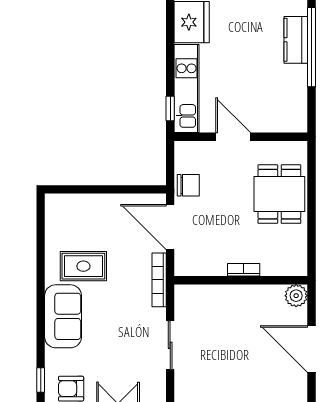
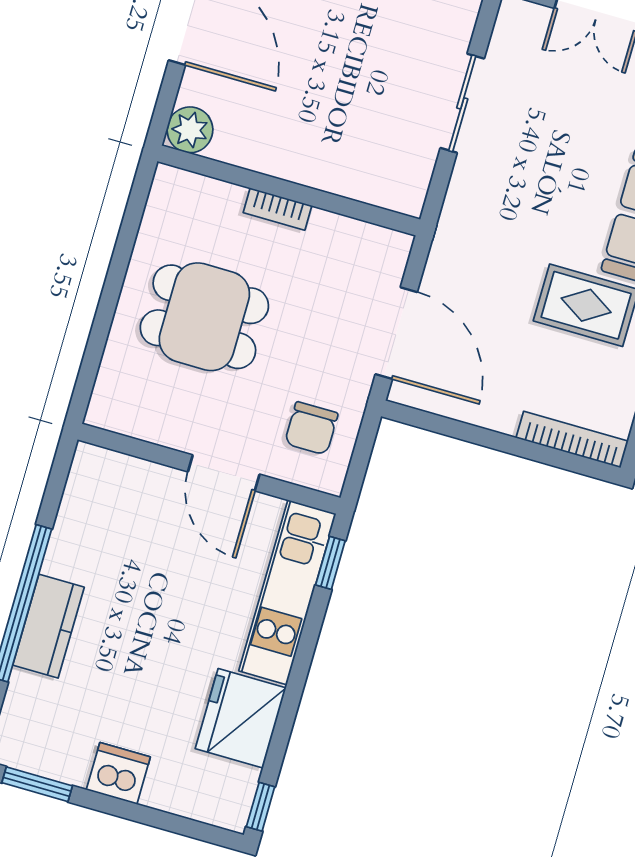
chair: (188, 185) -> (311, 428), moved, turned -90
dining table: (279, 194) -> (204, 317), moved, turned 90
bookcase: (159, 280) -> (572, 440), moved, turned -90

